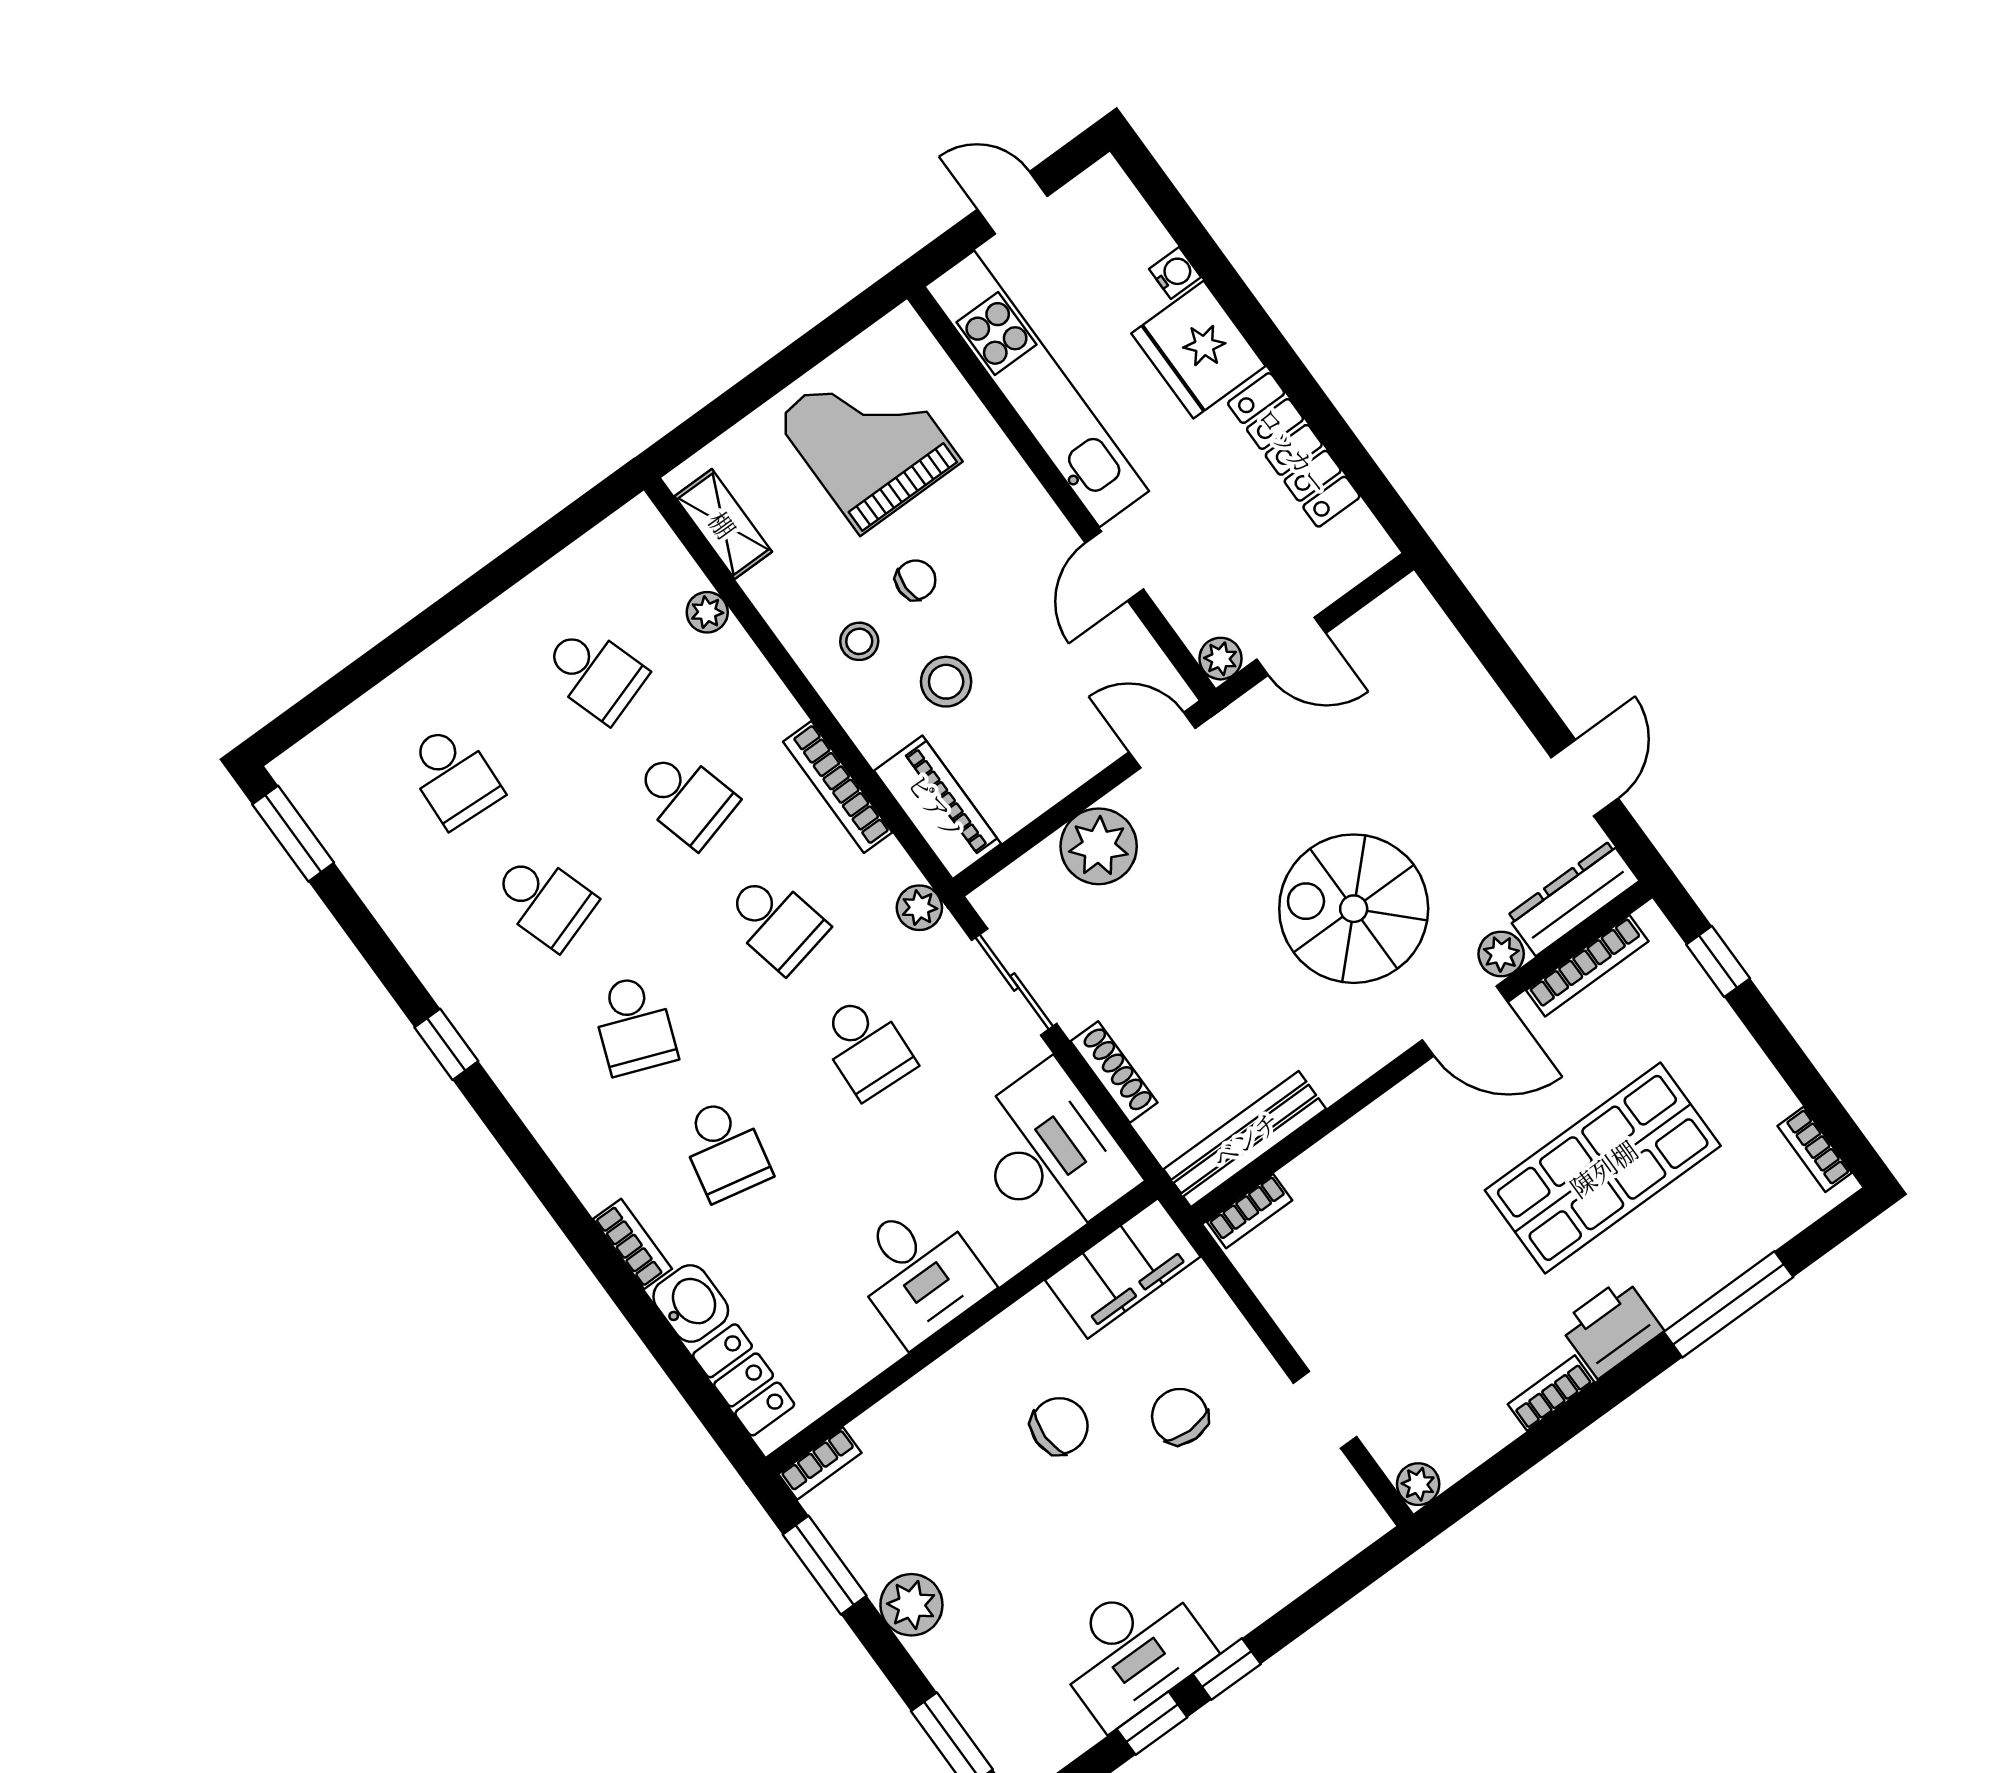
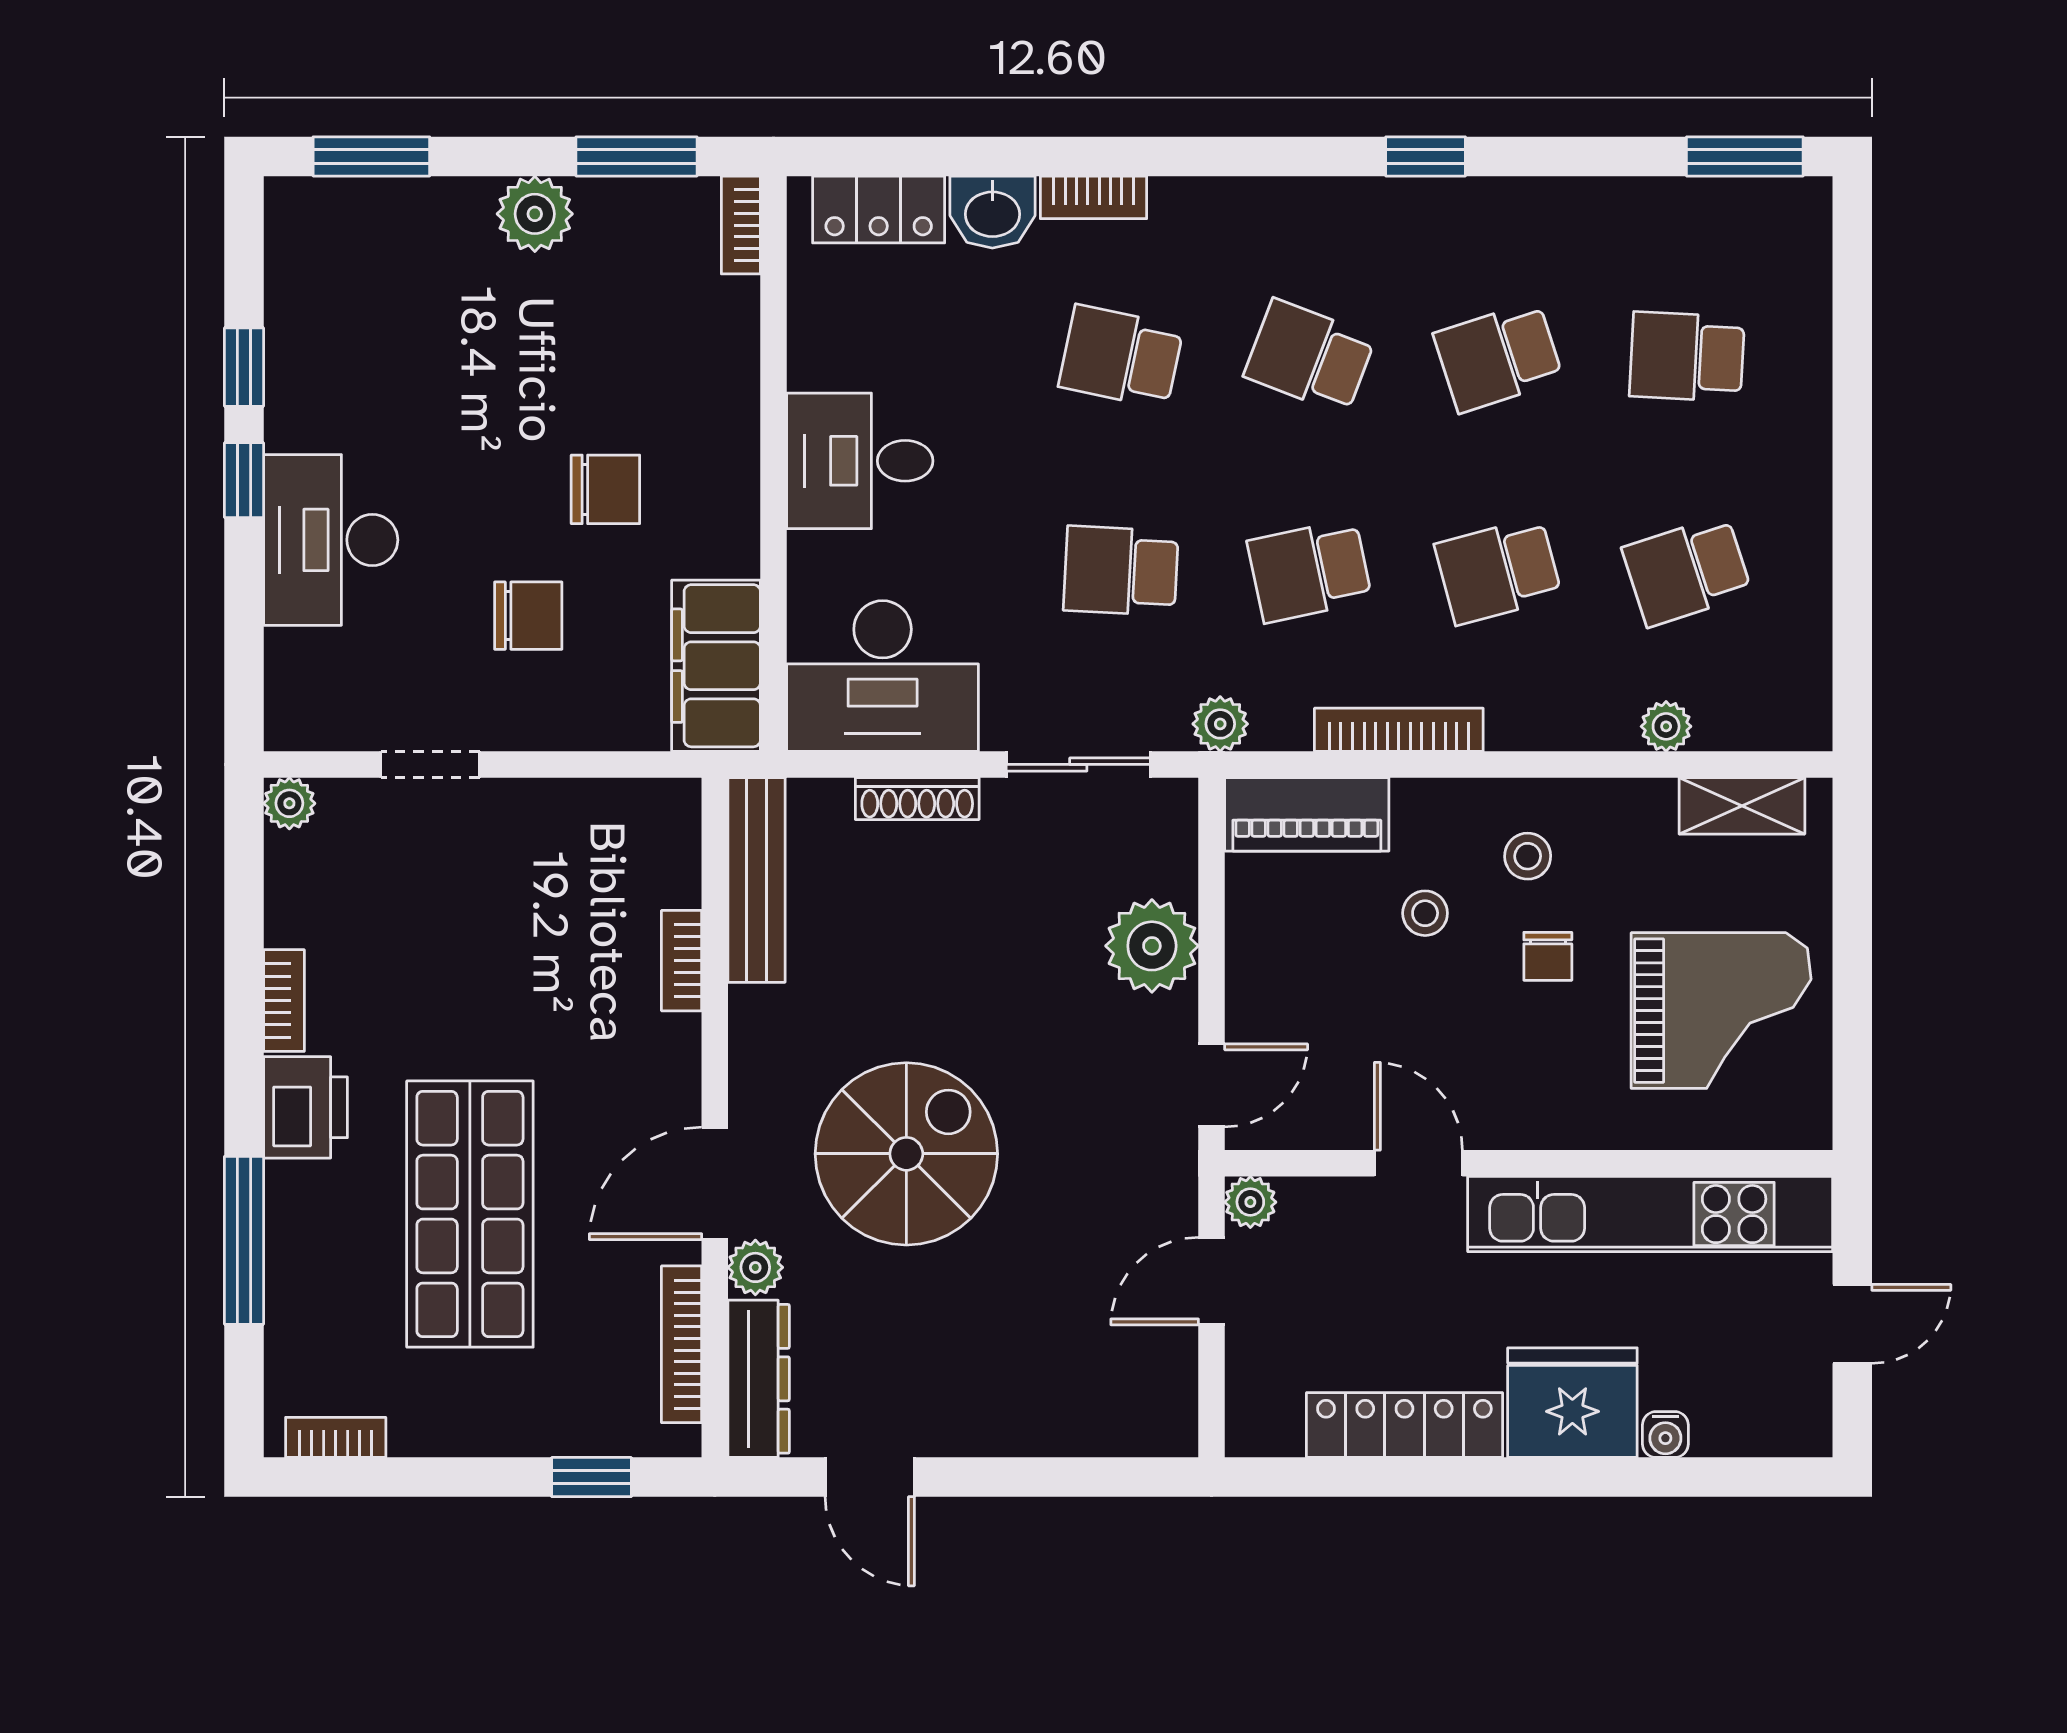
stool: (946, 682) -> (1425, 913), width x0.73, depth x0.73
bookcase: (1250, 1211) -> (682, 961), moved
chair: (1059, 1426) -> (605, 489), turned -90
desk: (1132, 1651) -> (331, 540), moved

